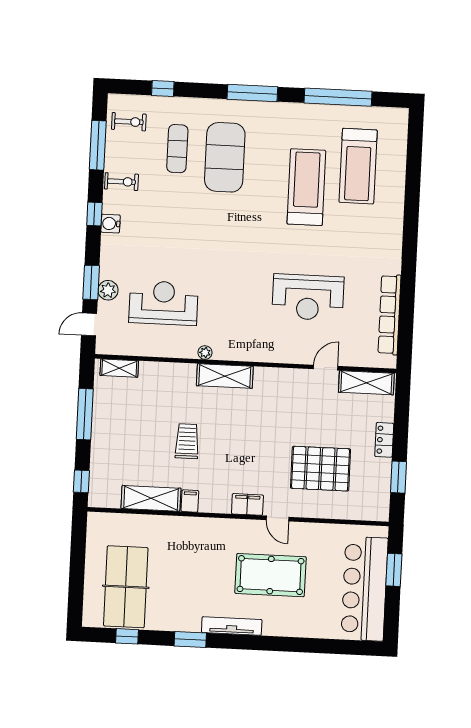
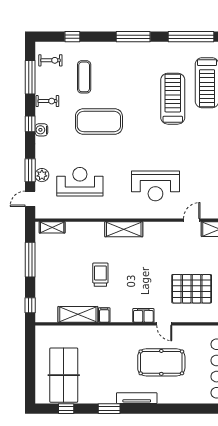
exercise mat: (225, 157) -> (99, 121), moved, turned 90
reception desk: (308, 297) -> (155, 186), moved
plant: (205, 353) -> (110, 214), removed

